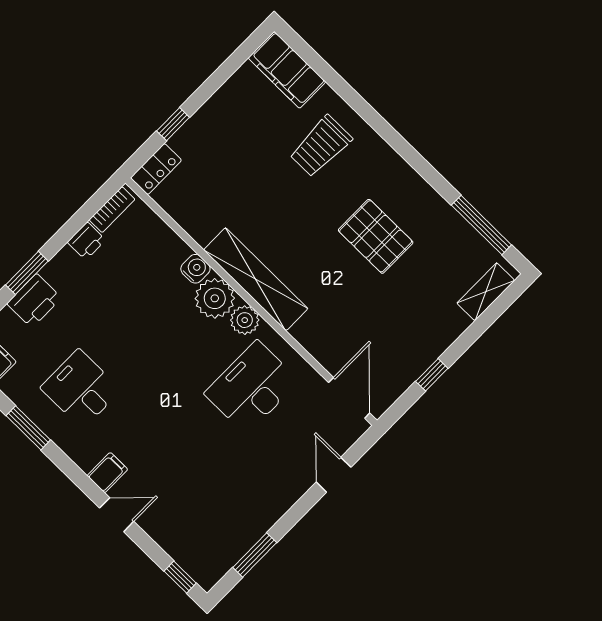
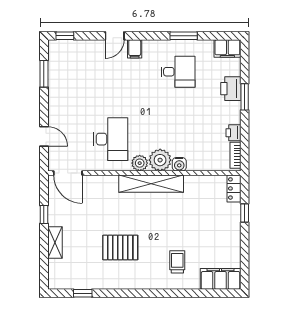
trolley: (321, 146) -> (177, 262), width x0.73, depth x0.72
window: (481, 225) -> (83, 293), width x0.46
shelving: (486, 292) -> (55, 243), moved

